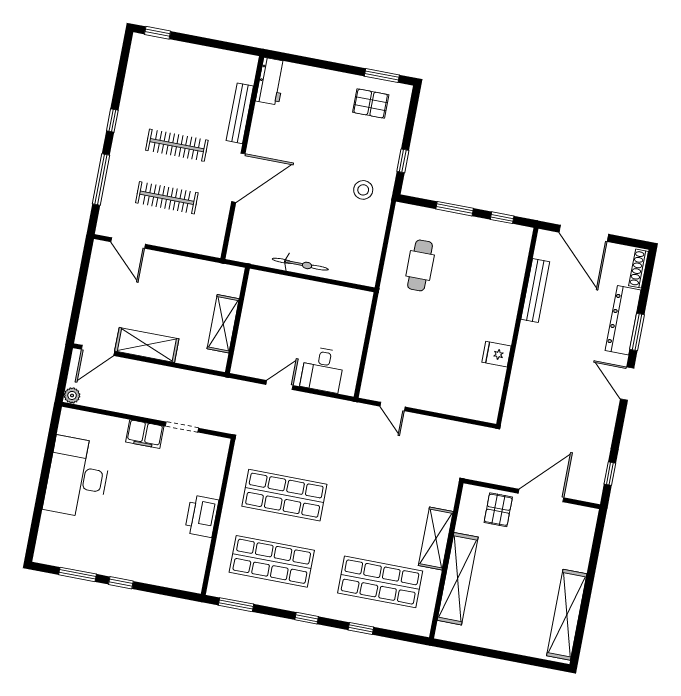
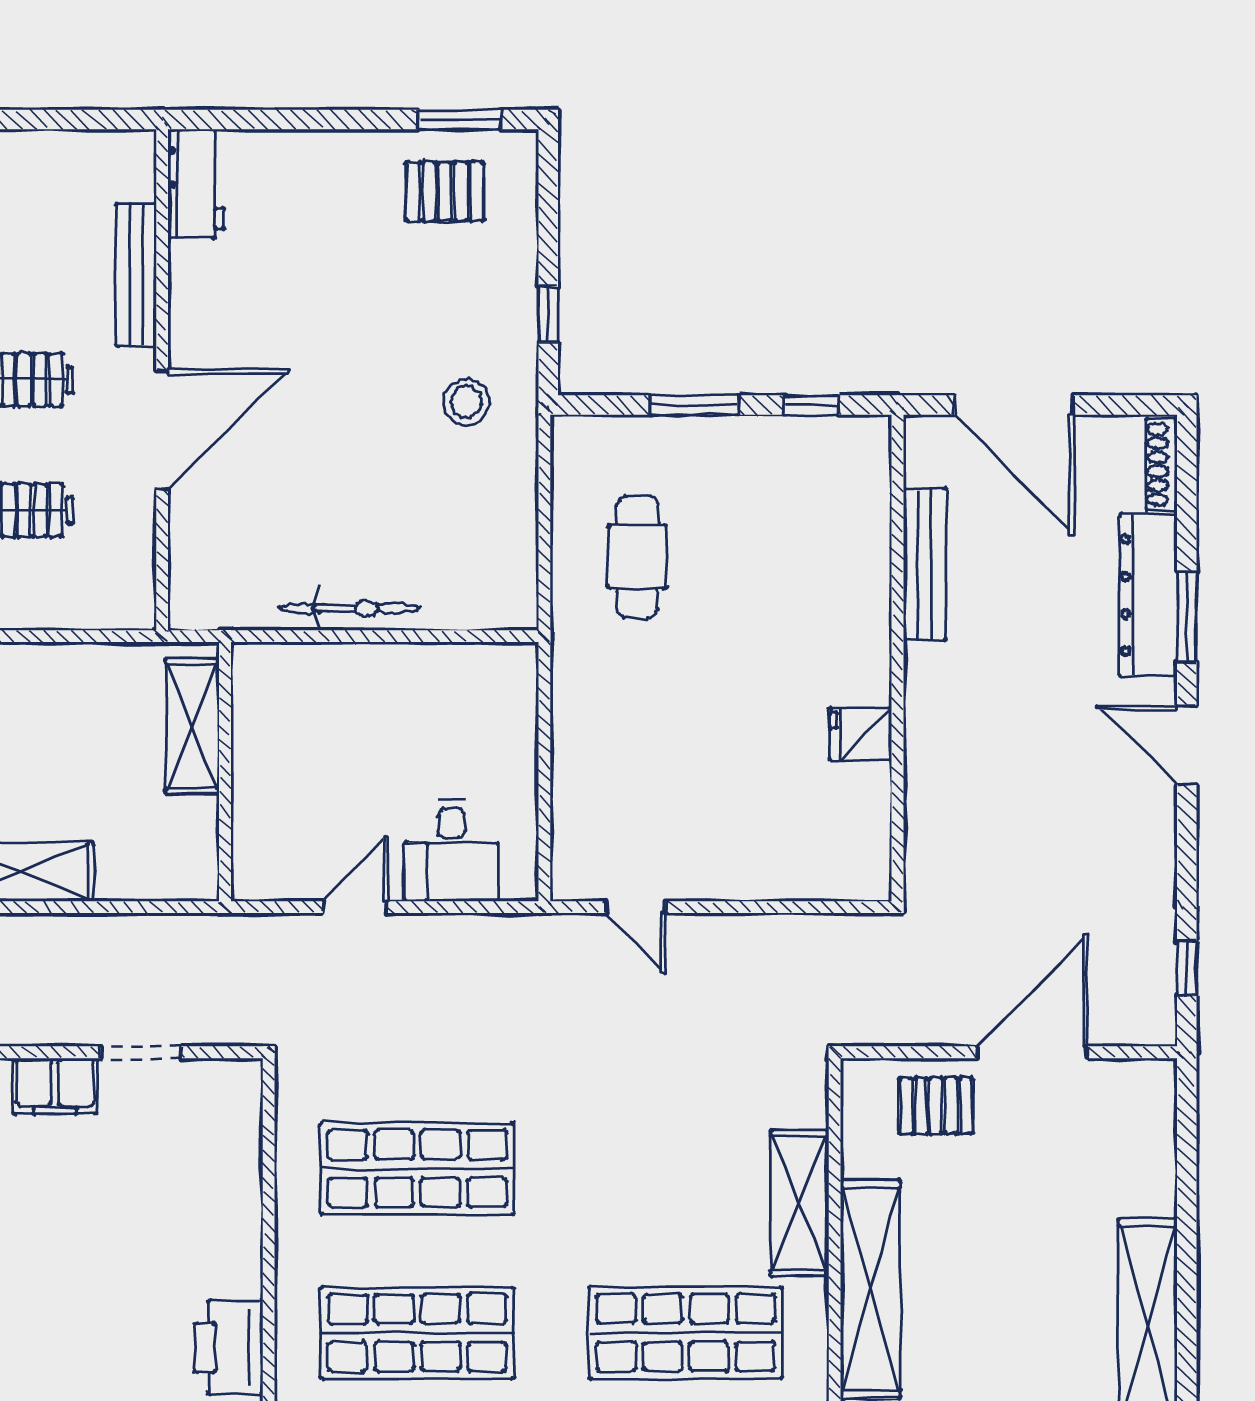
shelving: (223, 324) -> (192, 726), moved
pallet: (498, 510) -> (936, 1106), turned 90
printer: (202, 516) -> (229, 1348), moved

